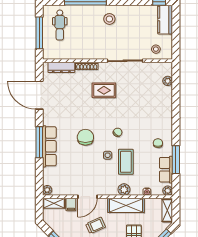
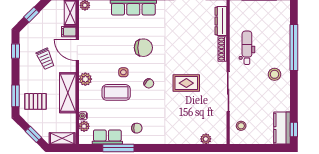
kitchen counter: (165, 20) -> (282, 128), moved, turned -90
dental chair: (60, 25) -> (247, 48), moved, turned 90
rug: (104, 90) -> (186, 83), moved, turned 90
plant: (124, 190) -> (85, 79), moved
plant: (168, 191) -> (84, 126), moved

